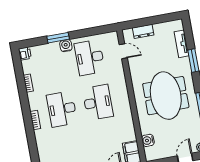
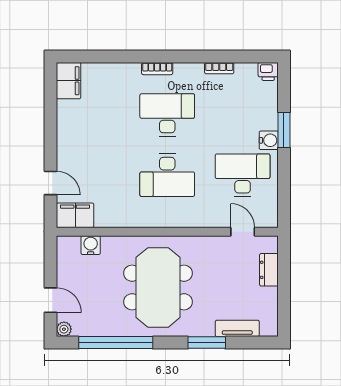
door: (123, 51) -> (243, 232), swing flipped
meeting table: (166, 96) -> (158, 287), turned 90

